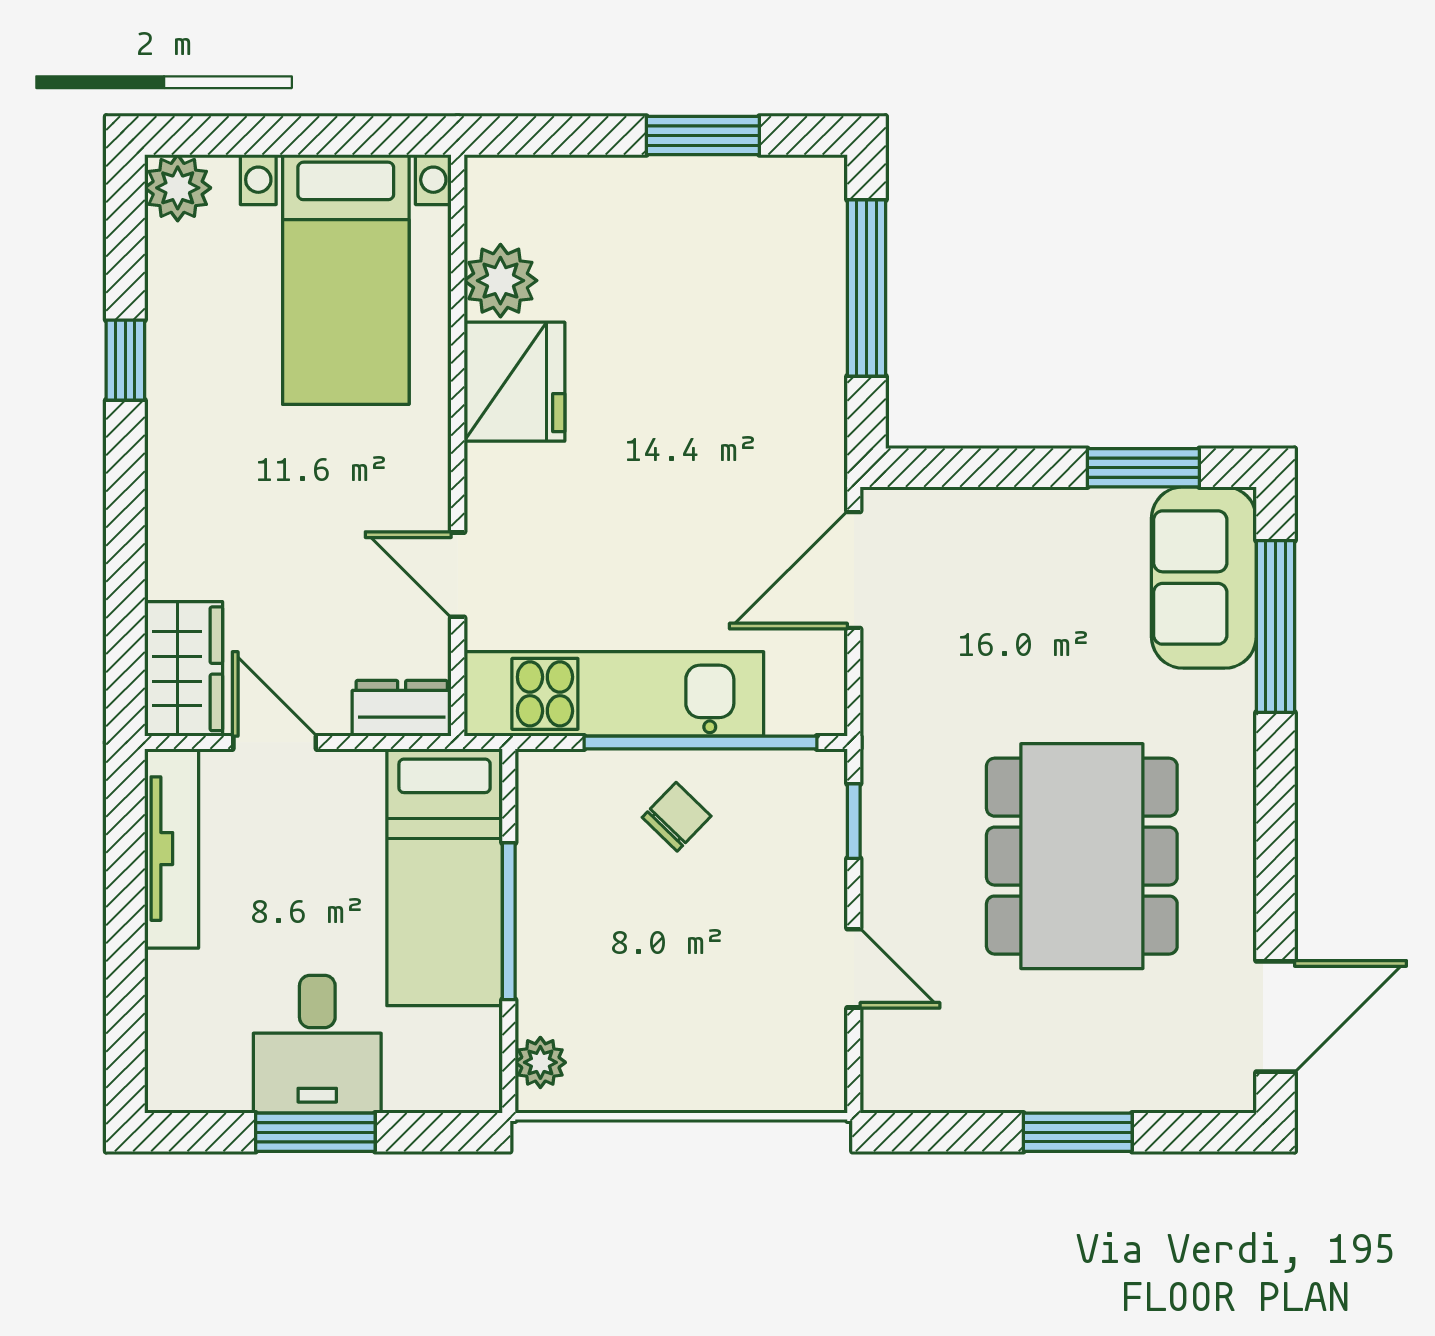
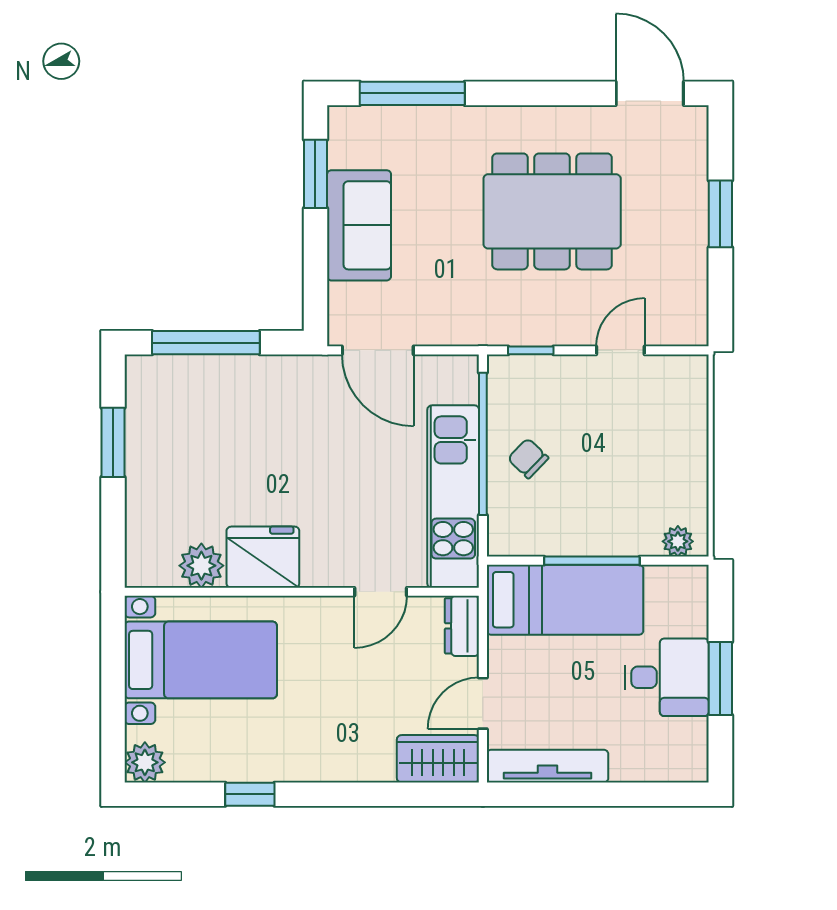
sofa: (1204, 578) -> (359, 225), moved, turned -90

